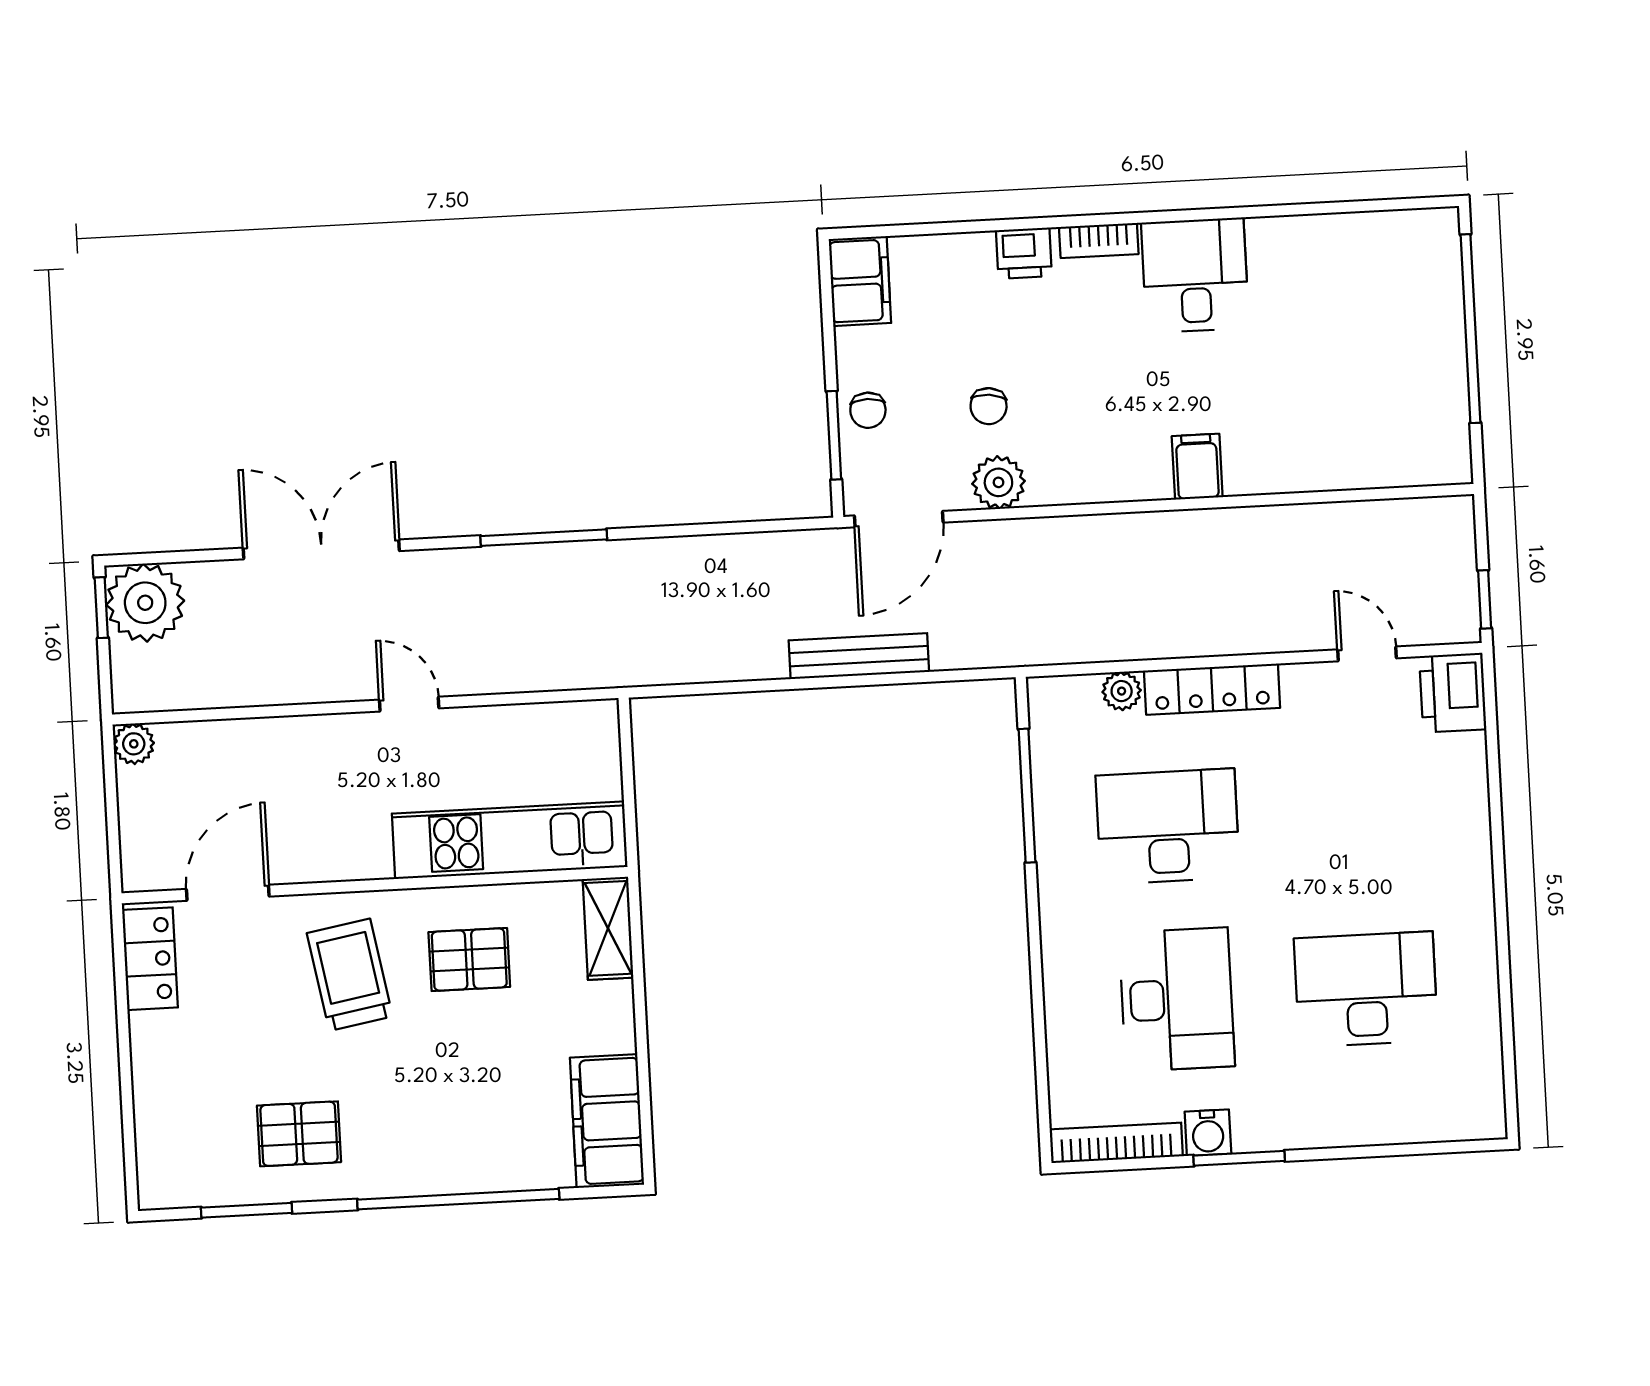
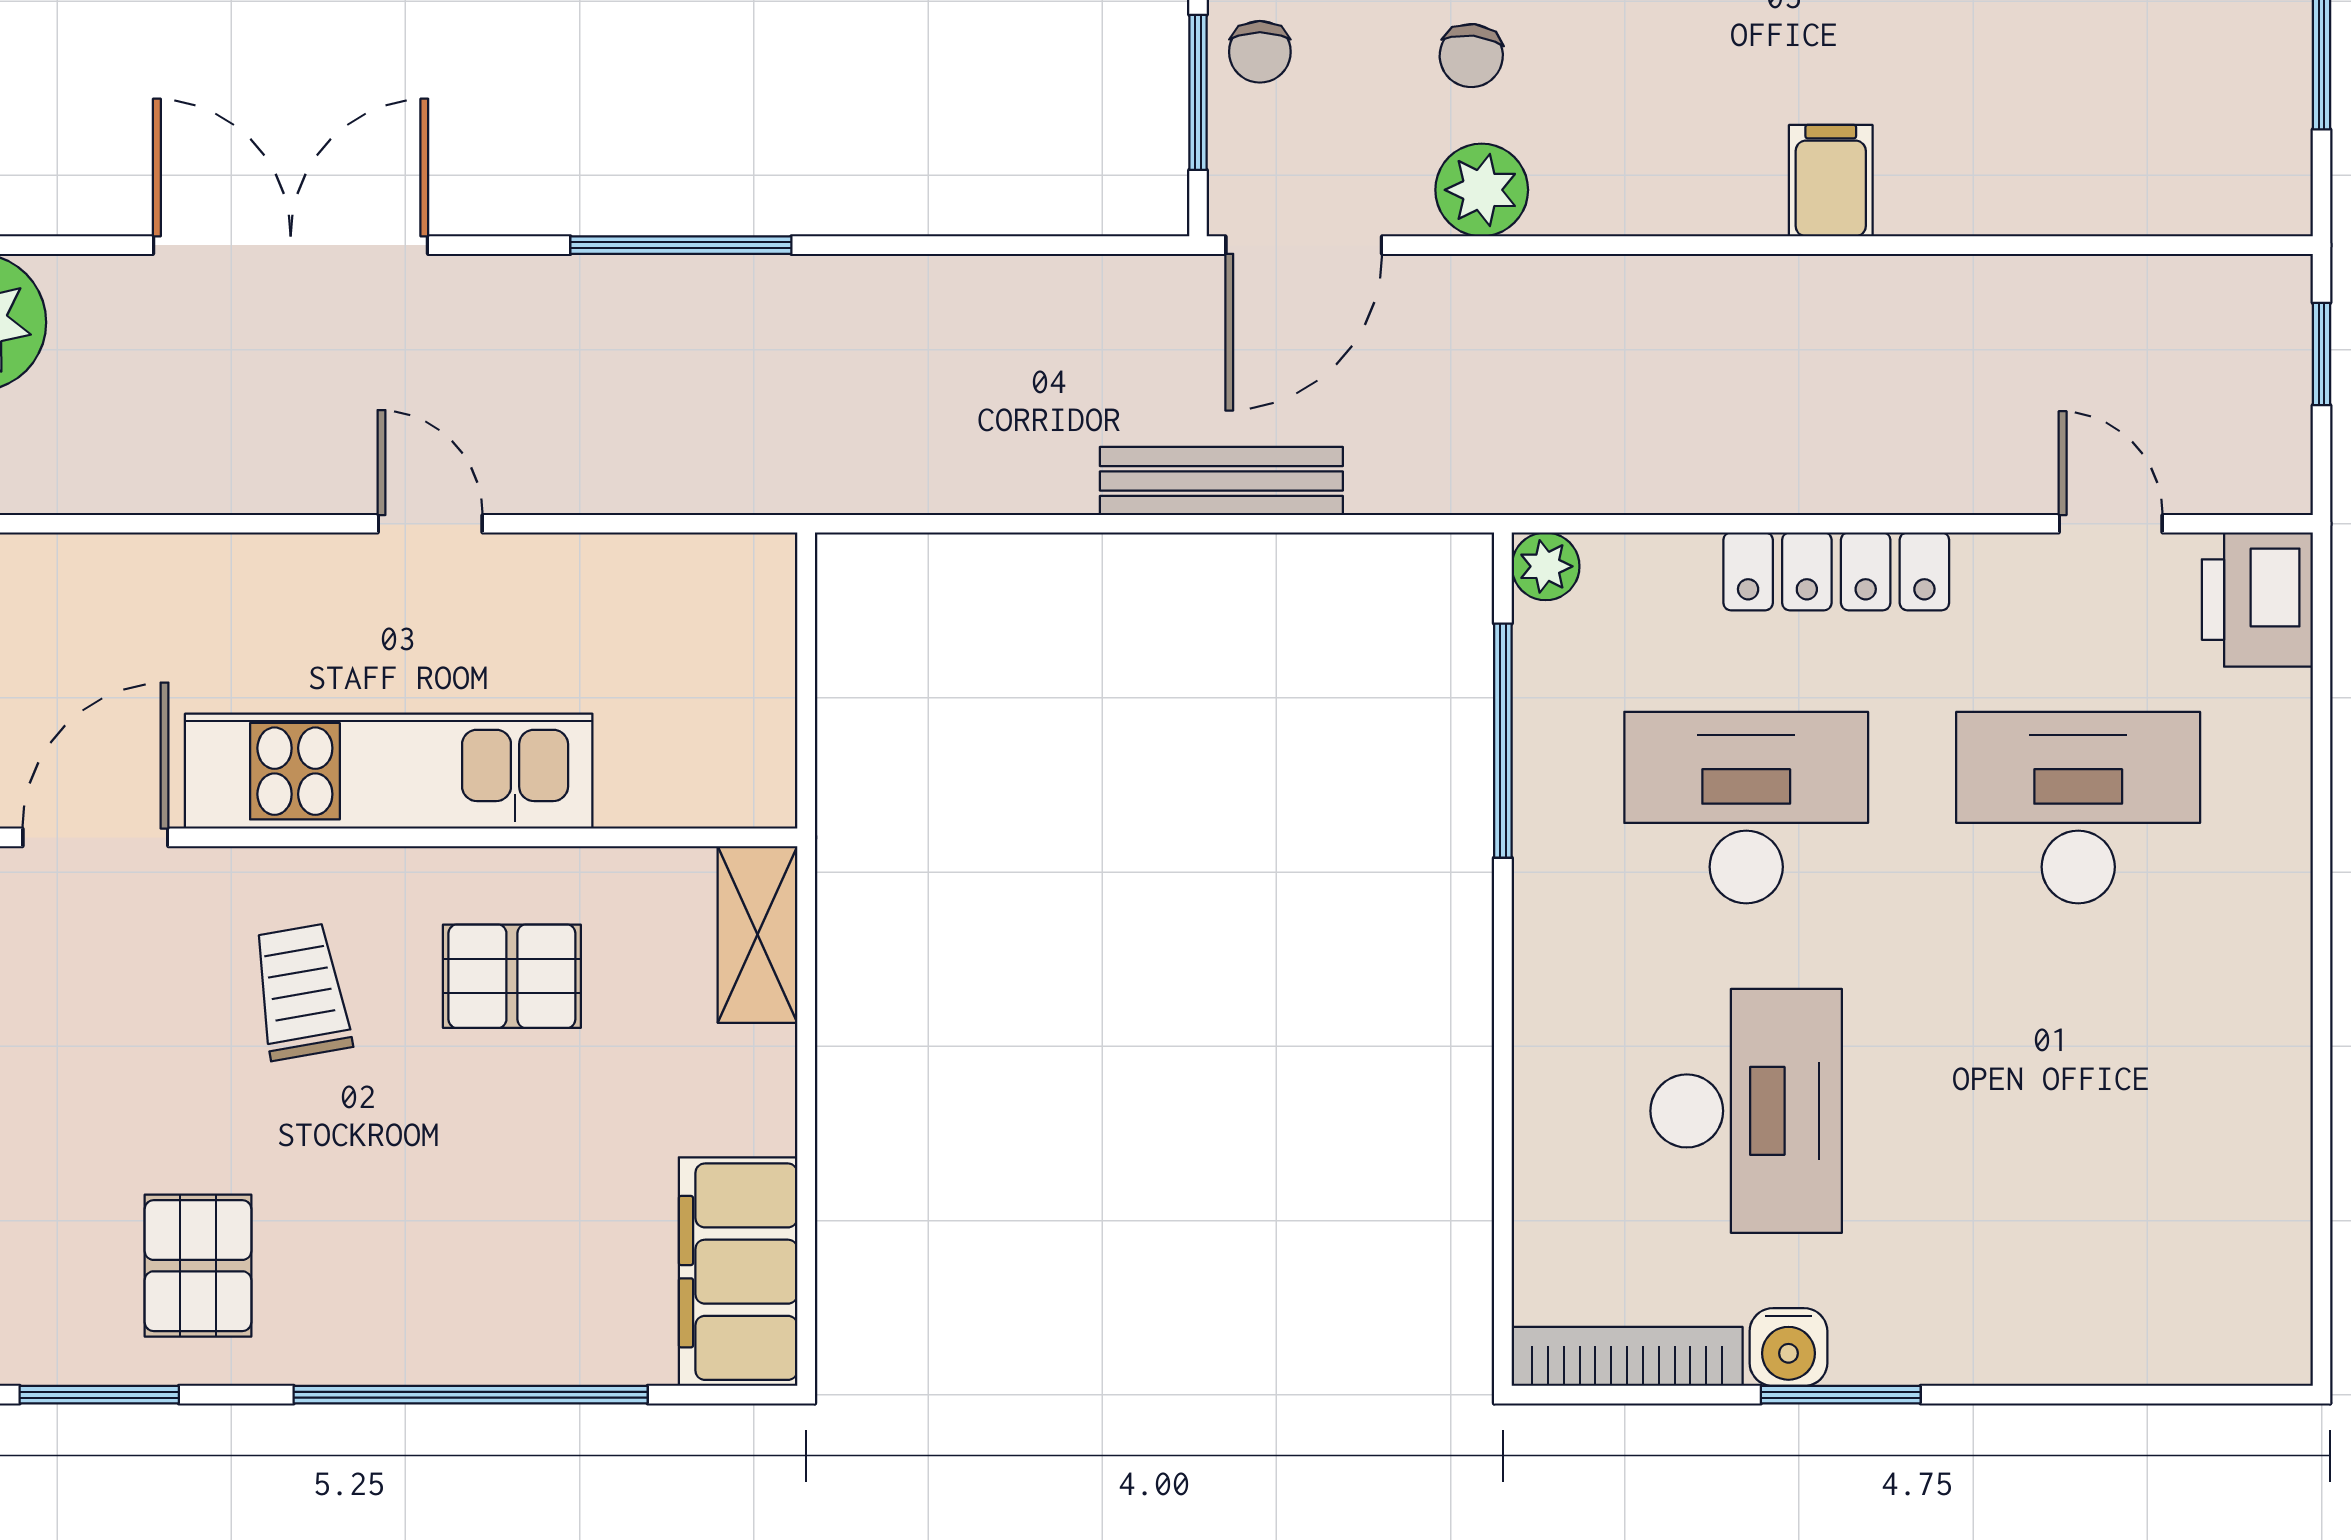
window: (1485, 599) -> (2322, 354), moved
plant: (1122, 691) -> (1546, 566), moved
kitchen unit: (510, 840) -> (389, 771), moved
trolley: (350, 975) -> (301, 992), width x0.73, depth x0.72
desk: (1366, 989) -> (2078, 808), moved
pallet: (299, 1134) -> (198, 1266), turned 90

